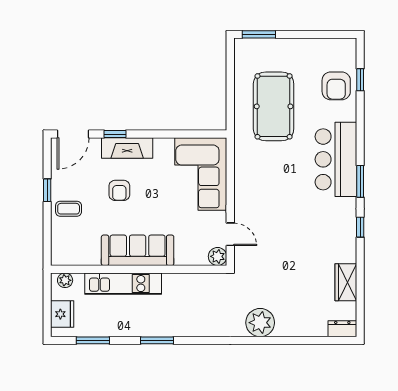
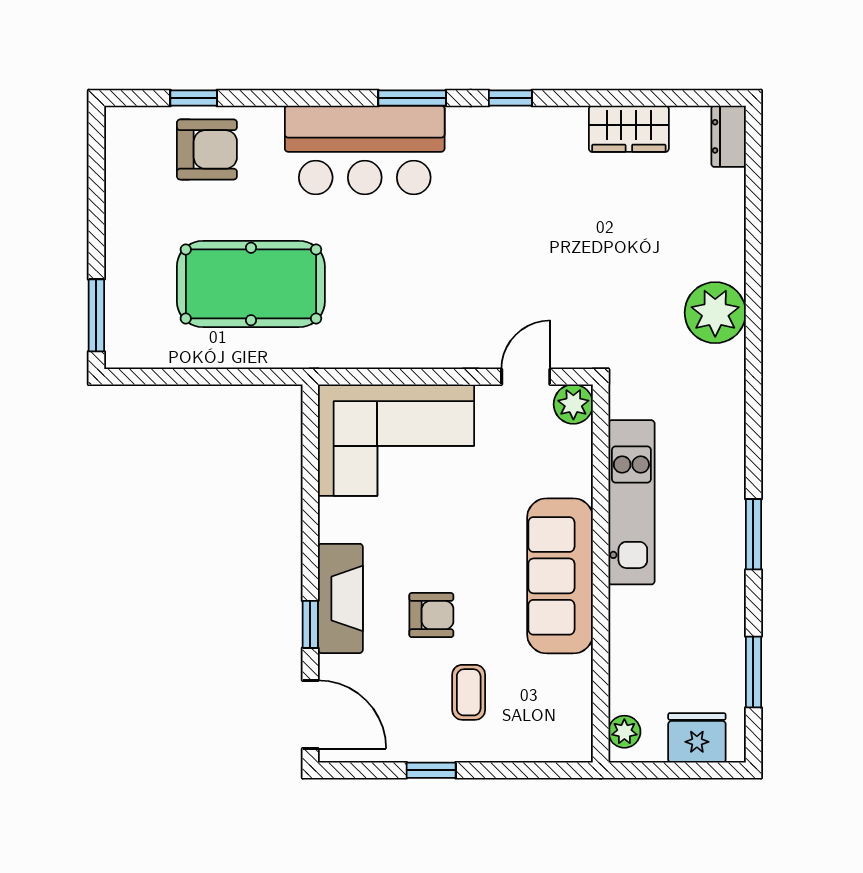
coffee table: (69, 209) -> (469, 692), moved
kitchen unit: (123, 284) -> (631, 502), moved

